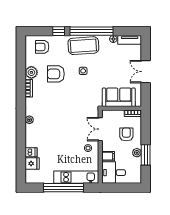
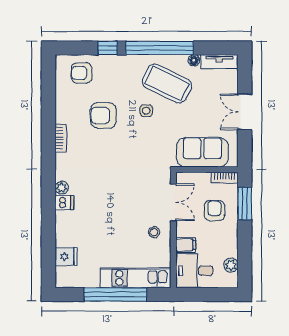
coffee table: (83, 46) -> (167, 84), moved, turned 30
plant: (31, 72) -> (65, 113), removed
double door: (100, 129) -> (173, 202), swing flipped
dishwasher: (31, 152) -> (64, 203), moved
plant: (137, 153) -> (231, 265), moved
window: (146, 155) -> (245, 204), moved

